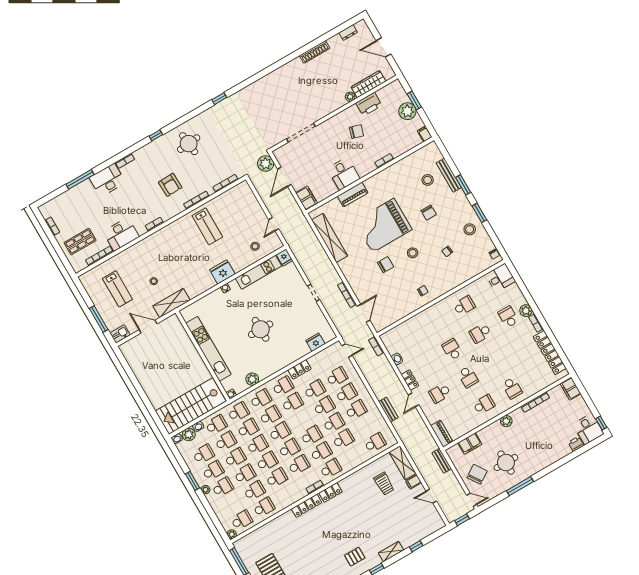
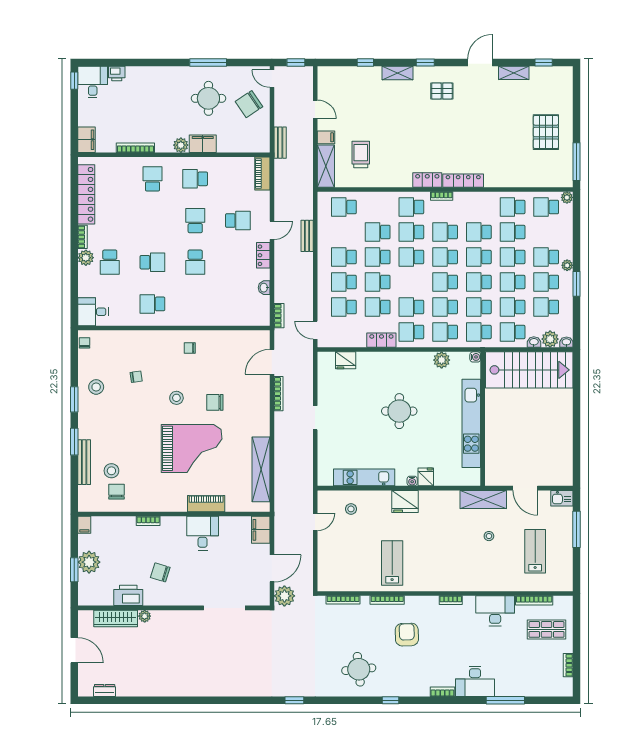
shoe rack: (315, 52) -> (155, 690), removed
chair: (429, 213) -> (116, 492), moved
fridge: (284, 258) -> (426, 477), moved
filing cabinet: (470, 444) -> (203, 144), moved

